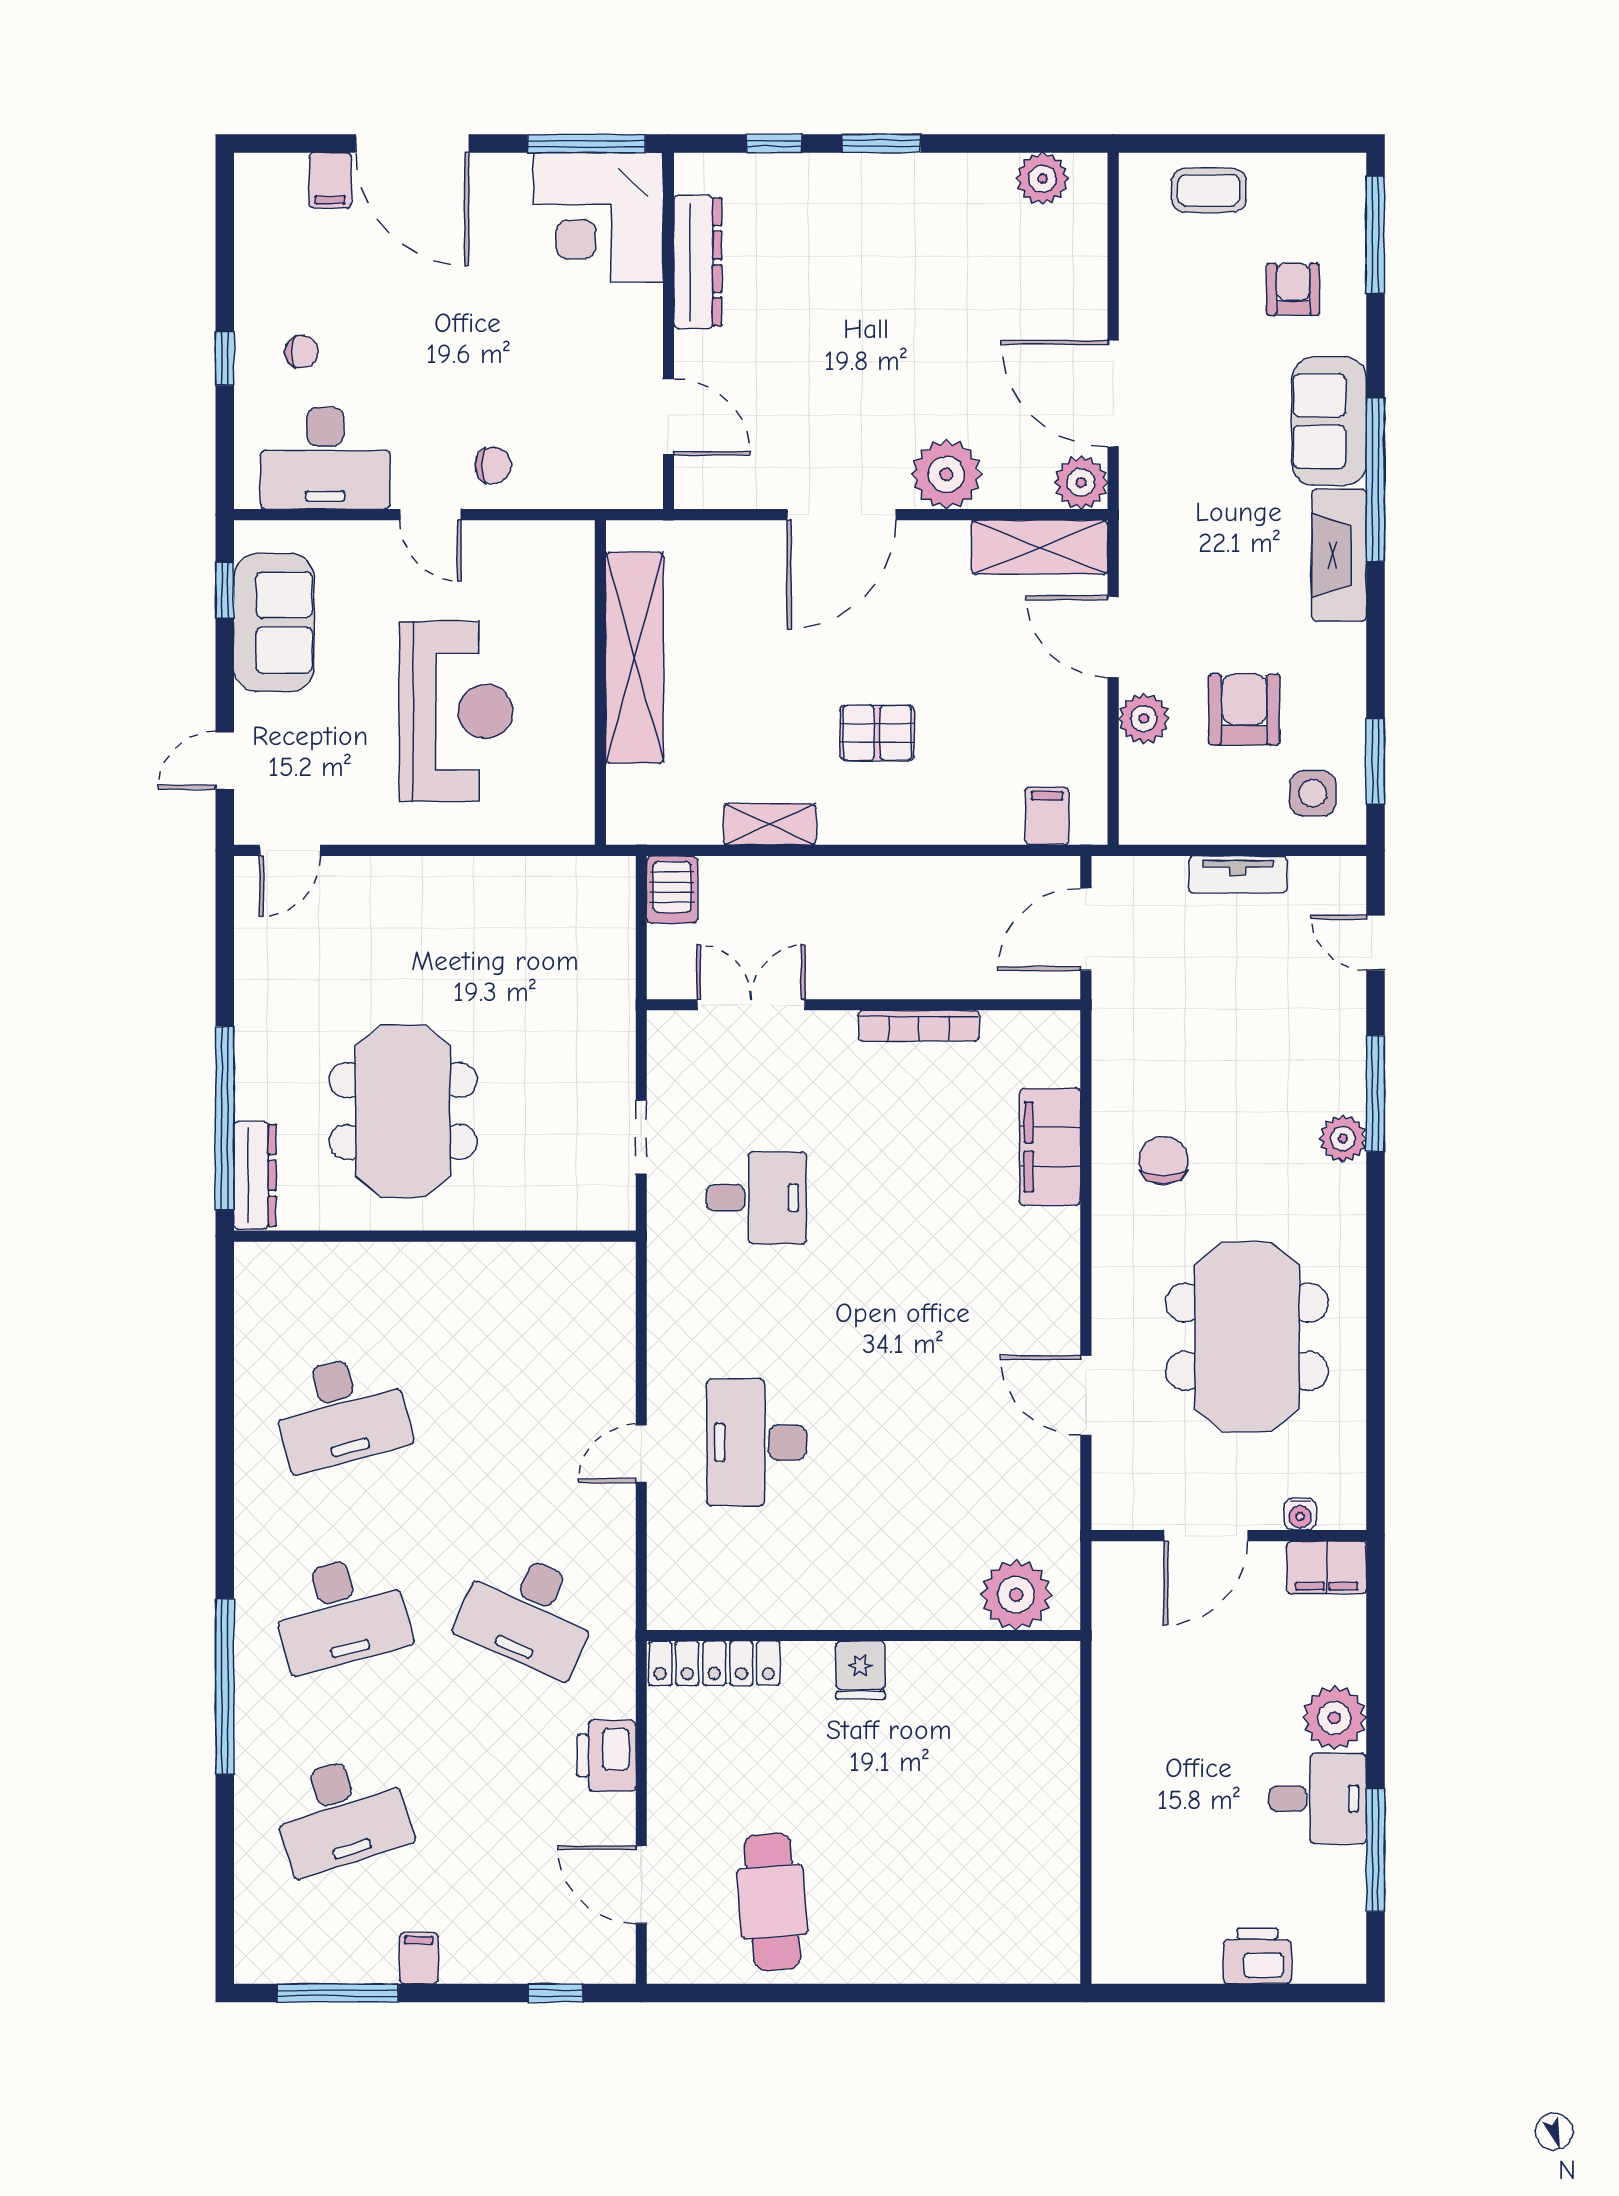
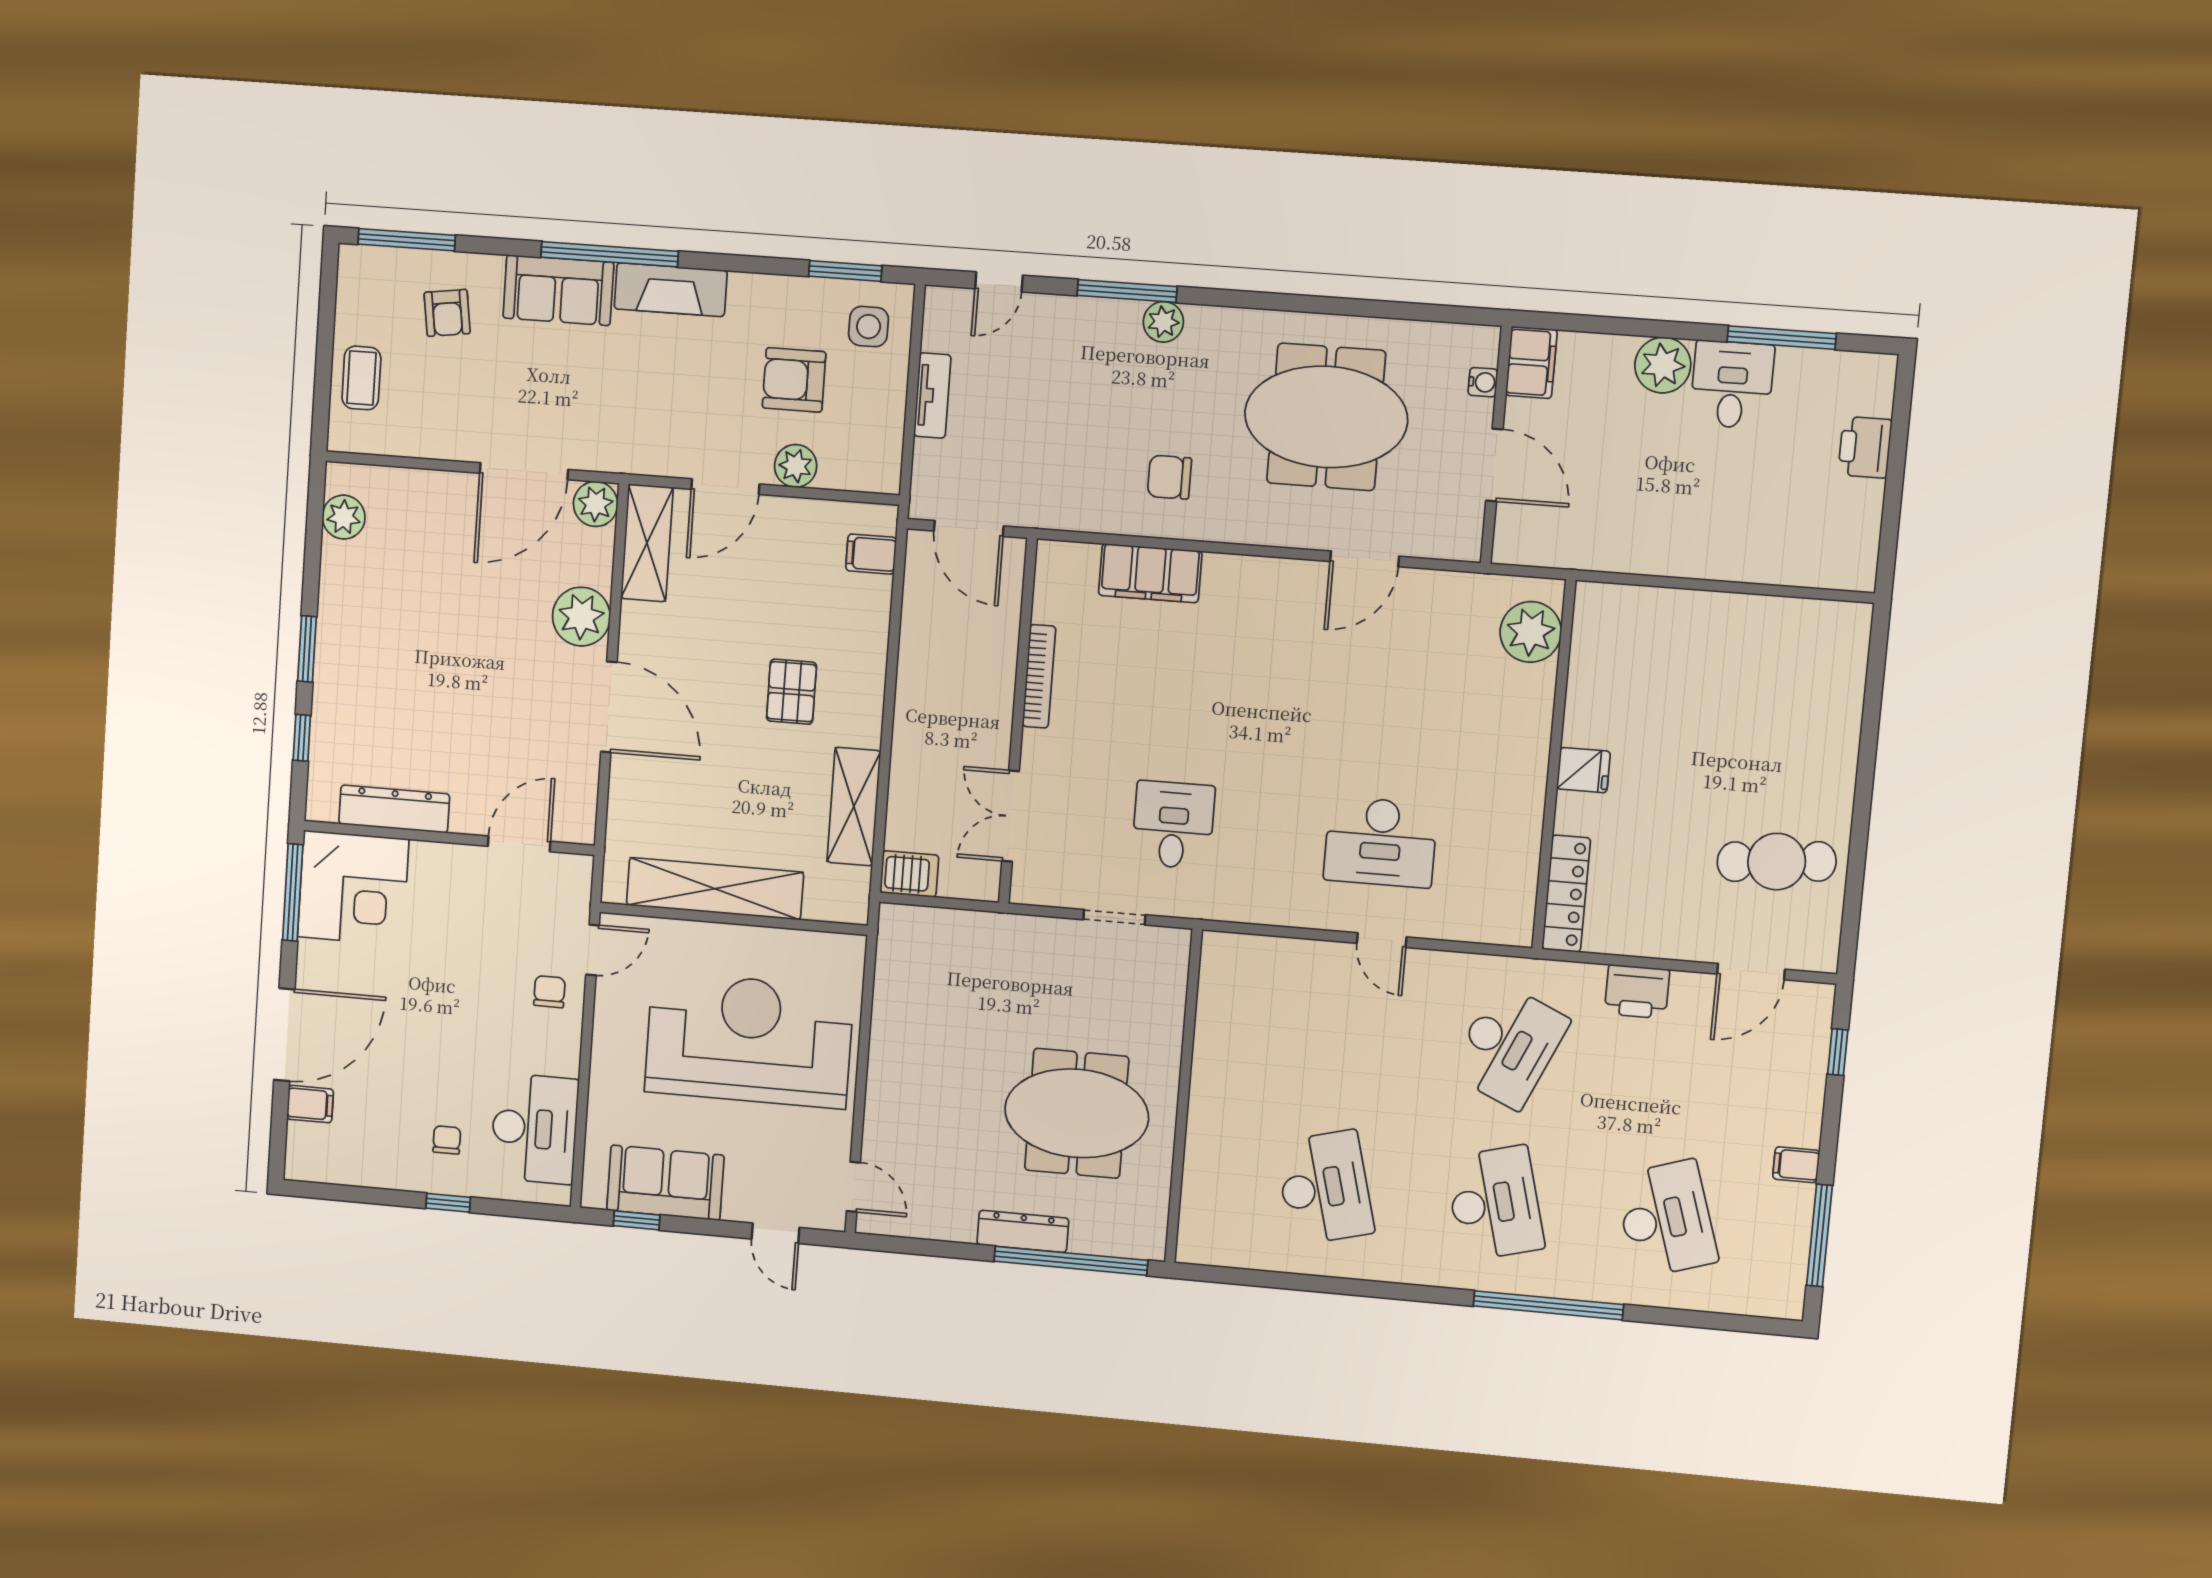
armchair: (1293, 289) -> (447, 313), turned -98
door: (430, 515) -> (593, 950), moved
reception desk: (456, 712) -> (749, 1040), width x1.36, depth x1.30
shelving: (770, 824) -> (854, 807), width x1.50, depth x1.33
dresser: (255, 1175) -> (1023, 1231), moved

